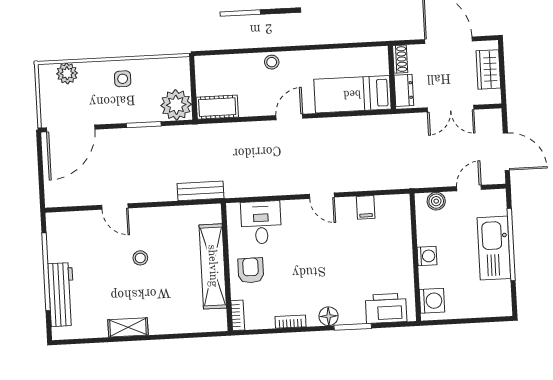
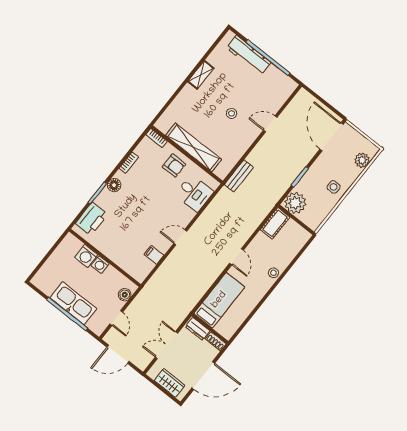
washing machine: (432, 301) -> (86, 256), moved

